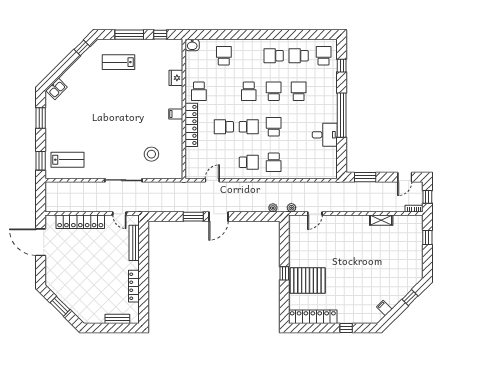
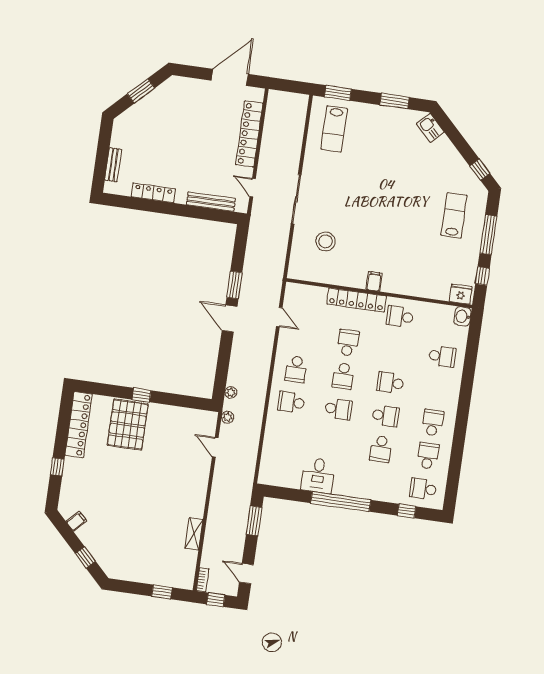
school desk: (324, 56) -> (423, 489), turned 180
fridge: (176, 78) -> (461, 294), moved
school desk: (299, 91) -> (381, 449), turned 90
door: (119, 214) -> (253, 188), hinge flipped

